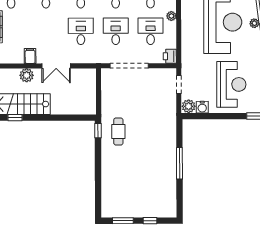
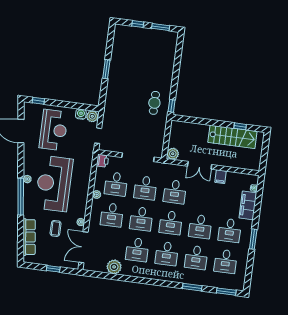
double door: (56, 66) -> (200, 165), swing flipped
plant: (27, 75) -> (173, 154), moved
reception desk: (231, 84) -> (54, 130), turned 180
window: (179, 163) -> (106, 69), width x0.69

